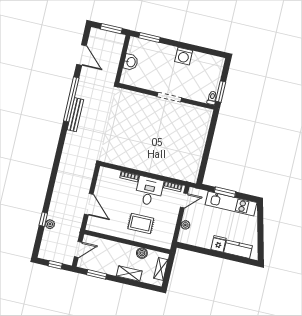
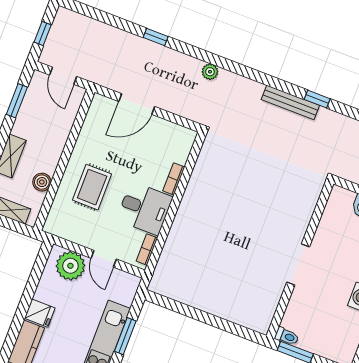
window: (71, 99) -> (317, 99), width x0.32
door: (184, 200) -> (104, 259), moved
window: (43, 219) -> (156, 37), moved
plant: (50, 224) -> (210, 72), moved
plant: (185, 225) -> (70, 266), width x1.87, depth x1.87

